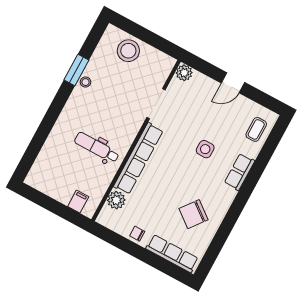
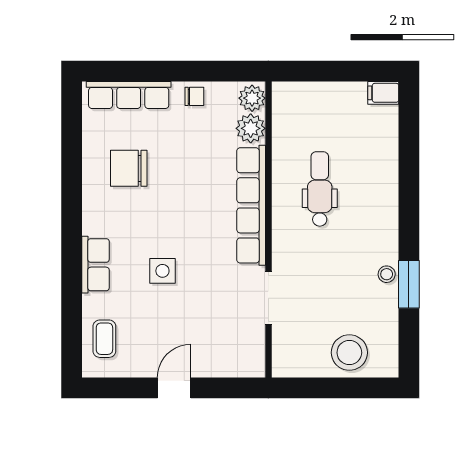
plant: (184, 73) -> (252, 98), moved
dental chair: (97, 147) -> (320, 189), turned -90
filing cabinet: (78, 202) -> (383, 93), moved, turned 90
chair: (194, 214) -> (129, 168), turned -128

